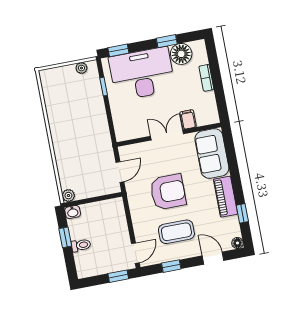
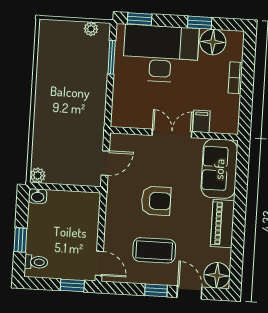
window: (104, 87) -> (112, 57), width x1.50
armchair: (168, 192) -> (156, 201), width x0.73, depth x0.73
window: (242, 213) -> (237, 248), removed
window: (65, 237) -> (20, 240), moved
floor lamp: (237, 243) -> (217, 275), width x1.89, depth x1.89
toilet: (81, 245) -> (36, 262), moved
door: (135, 253) -> (99, 263), hinge flipped
window: (171, 266) -> (156, 290), moved

